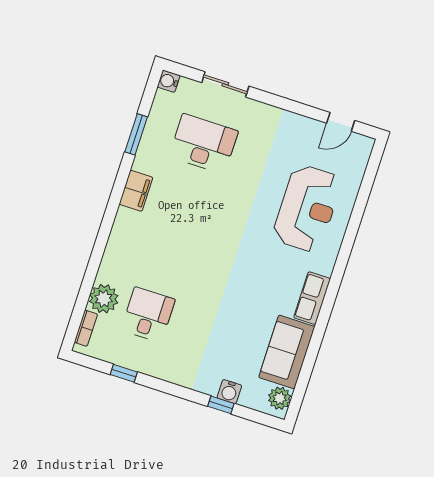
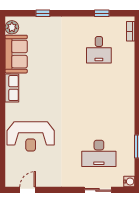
filing cabinet: (136, 191) -> (128, 116), removed
reception desk: (307, 208) -> (31, 136), turned -90
plant: (104, 299) -> (126, 51), removed
water cooler: (229, 392) -> (41, 22), removed

